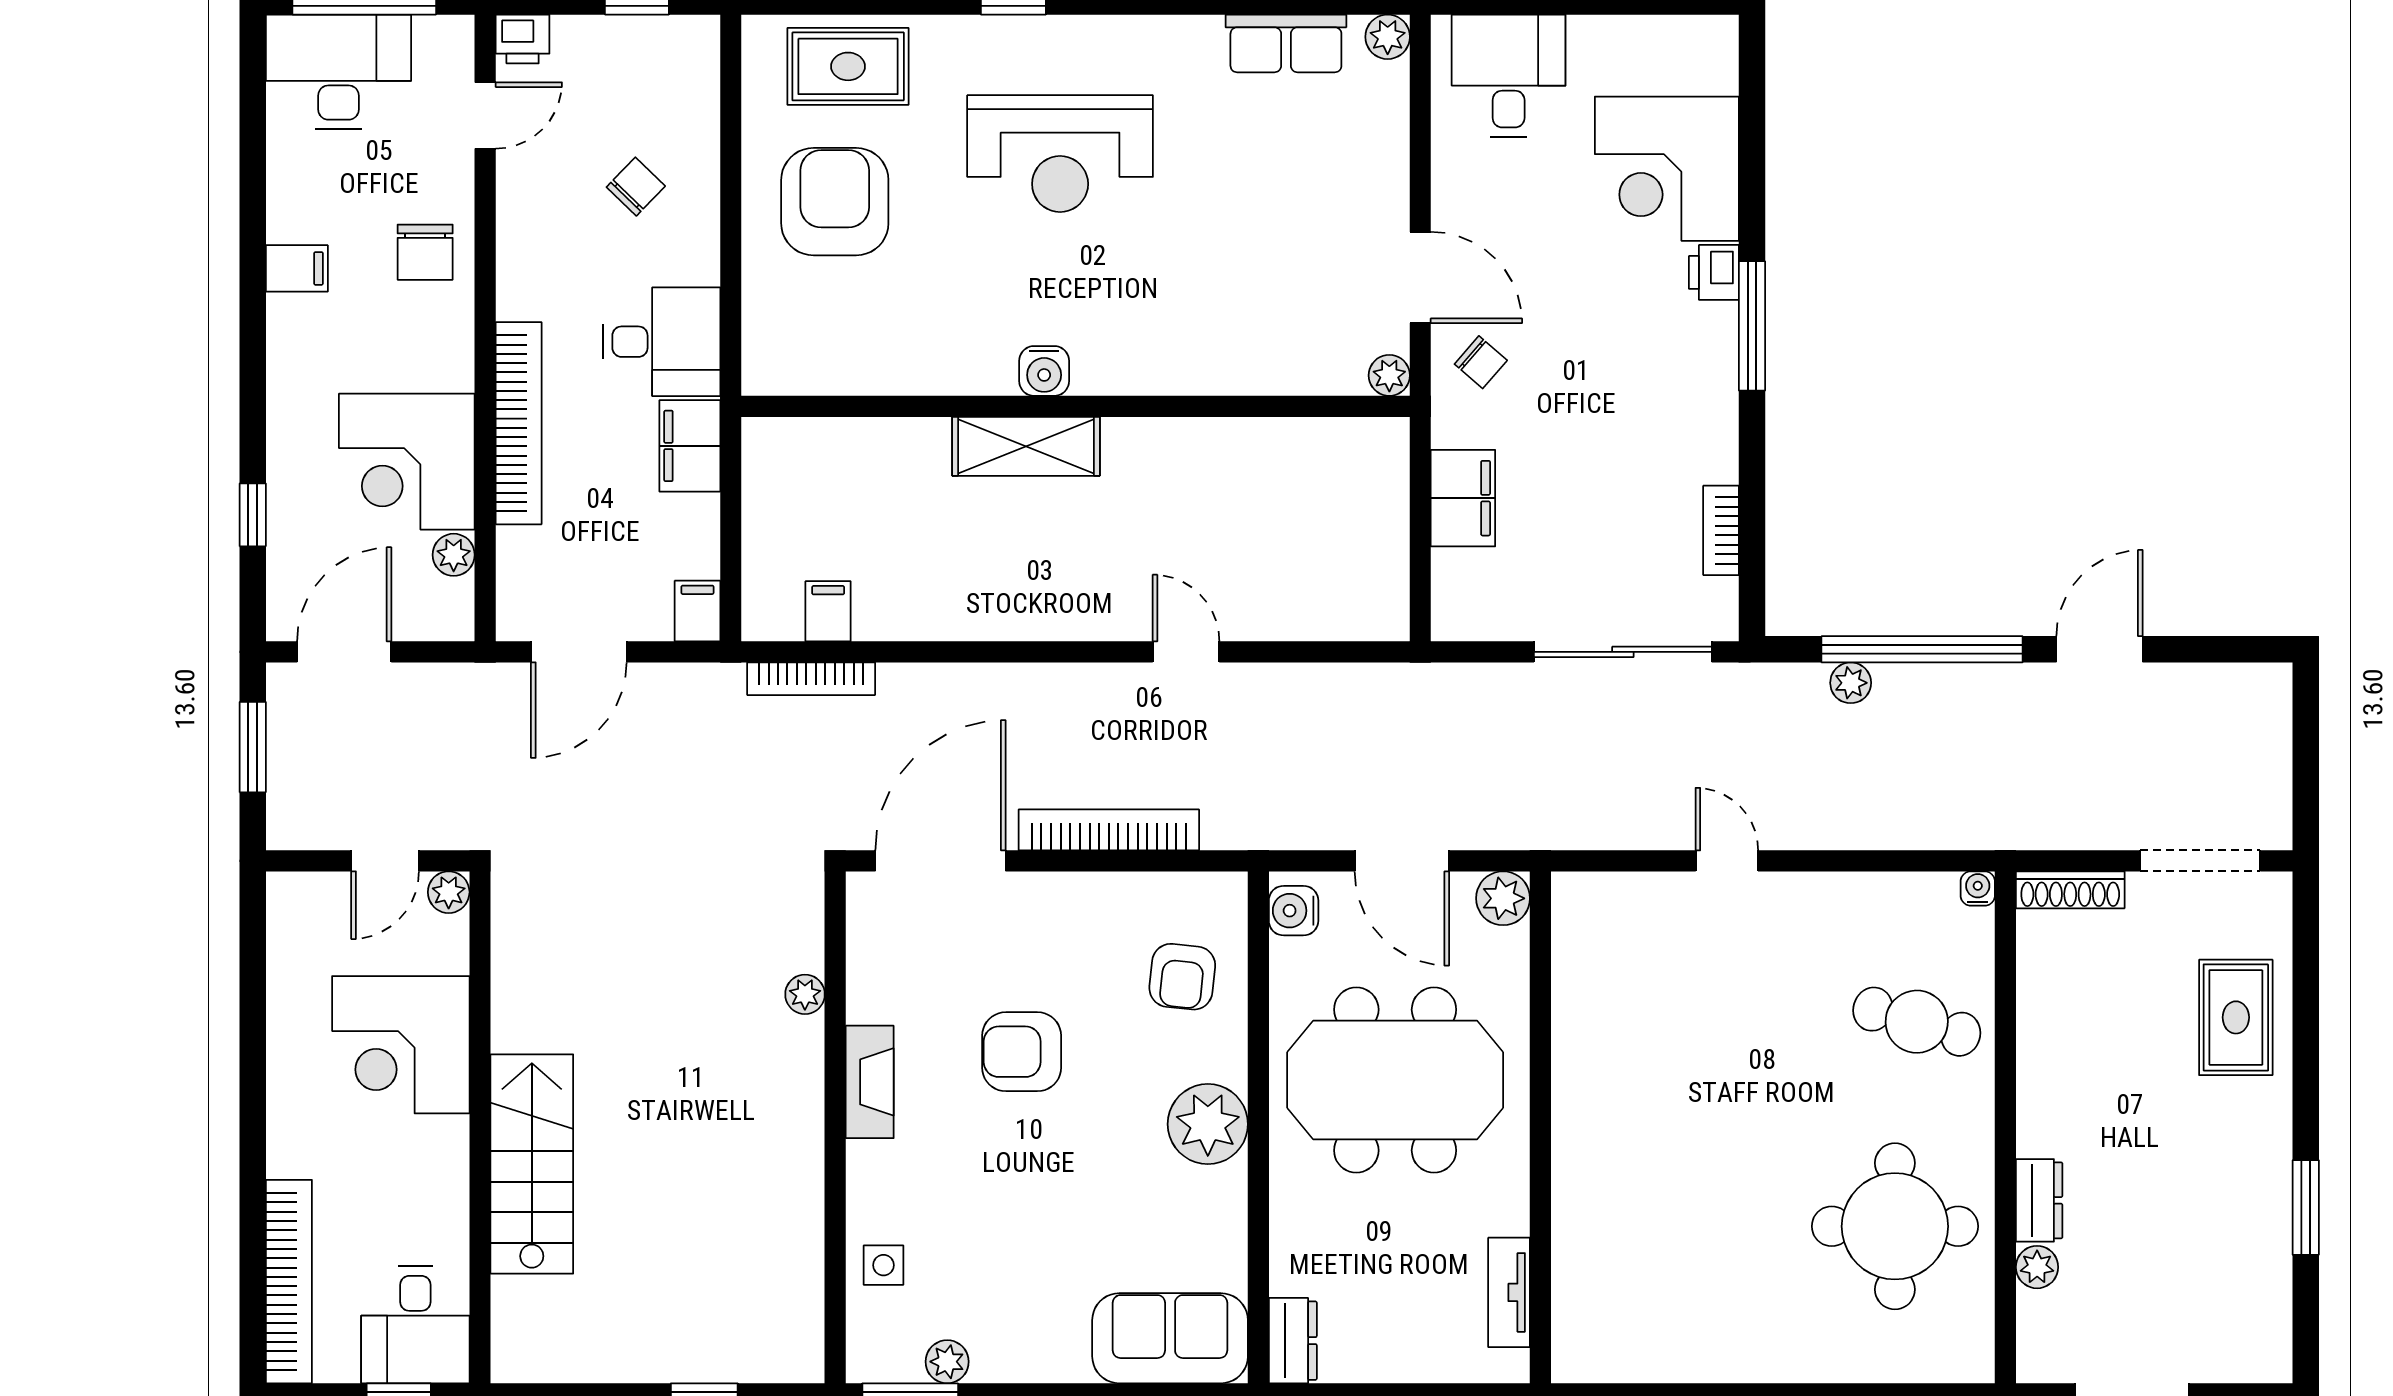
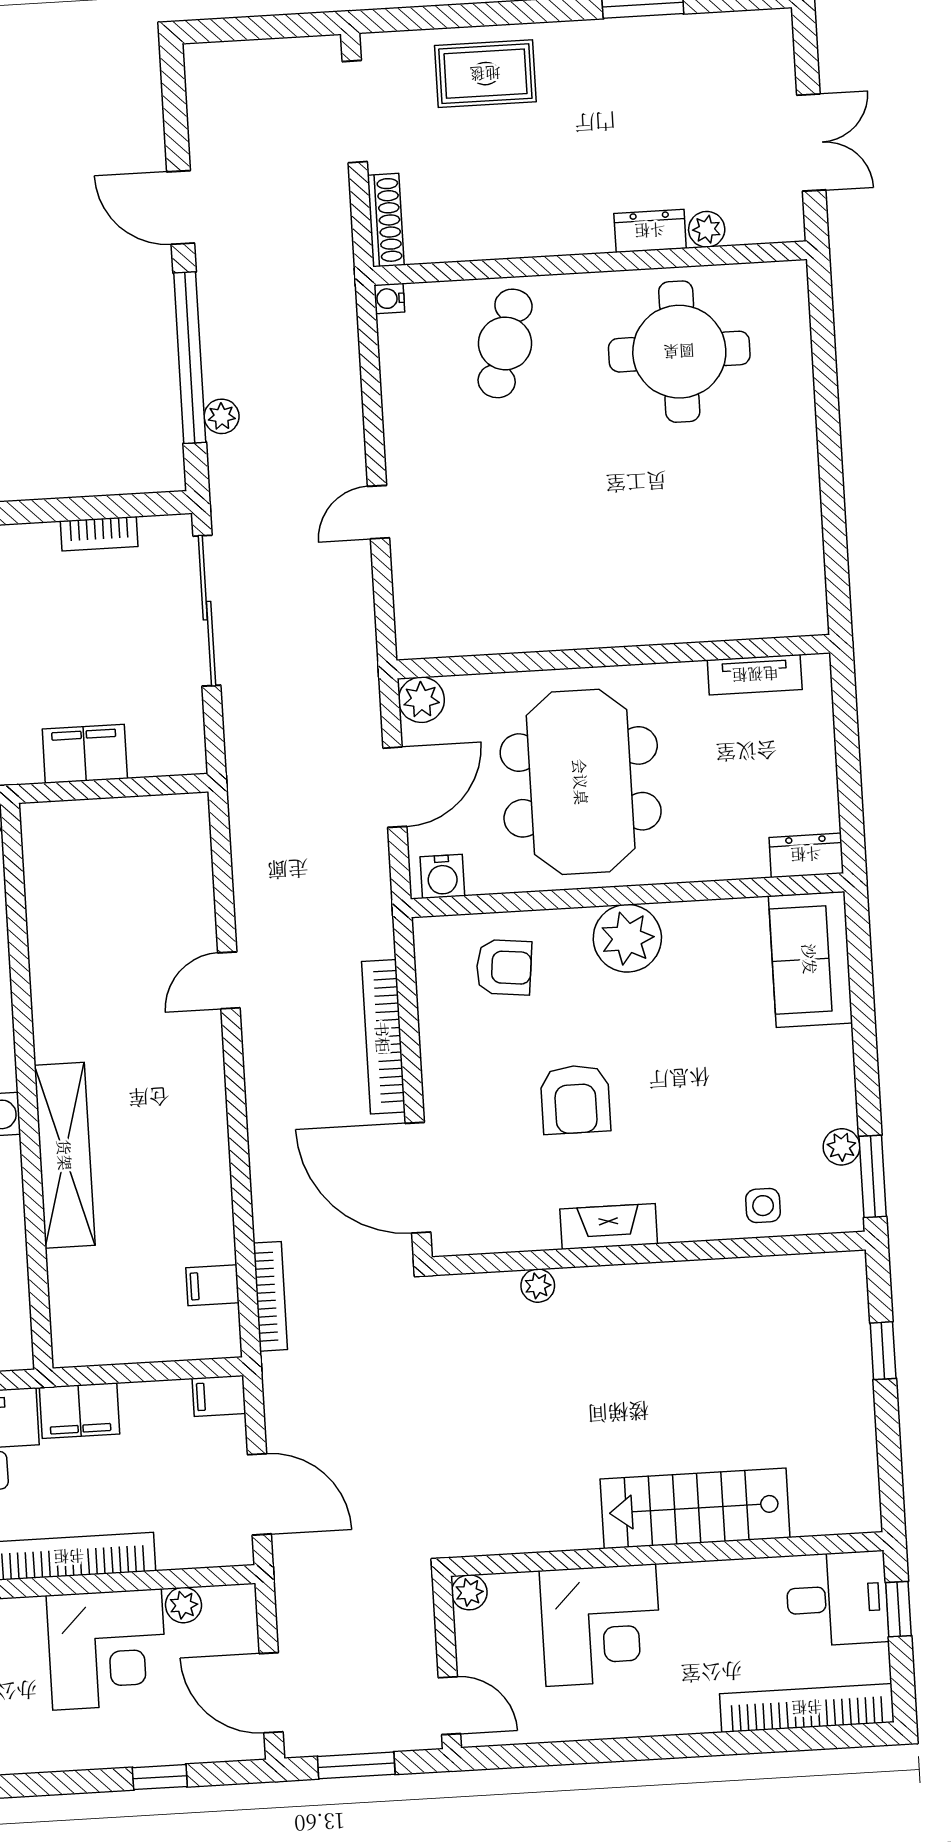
shelving: (1026, 446) -> (65, 1155), width x1.47
door: (385, 861) -> (449, 1706), moved

